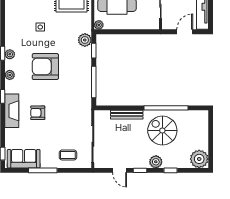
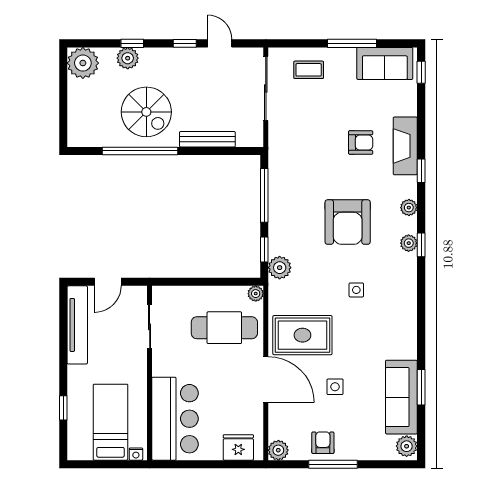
armchair: (45, 67) -> (348, 222), turned 90
plant: (156, 162) -> (128, 58), moved

